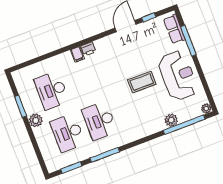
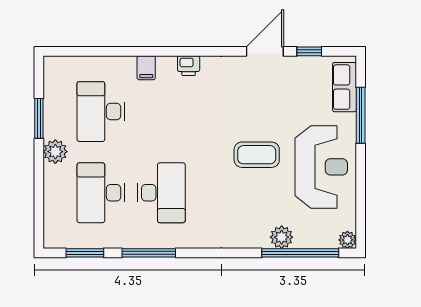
filing cabinet: (77, 54) -> (146, 68), moved
desk: (99, 121) -> (161, 193), turned 180

